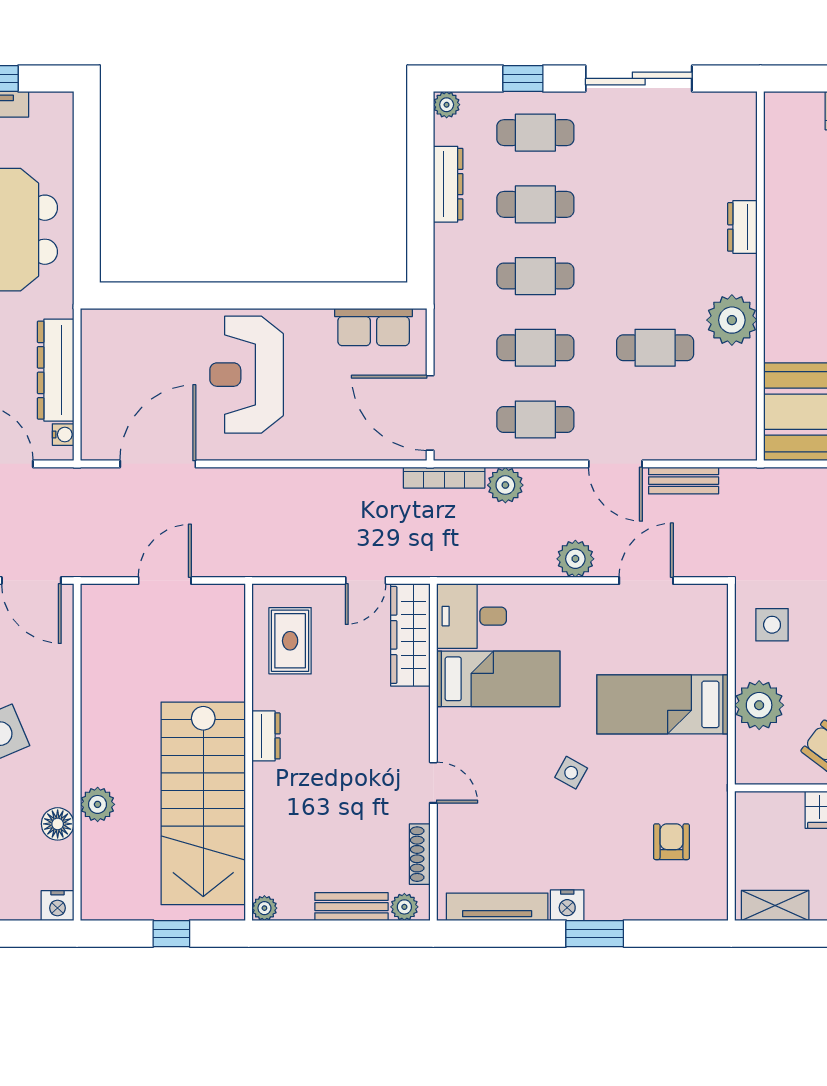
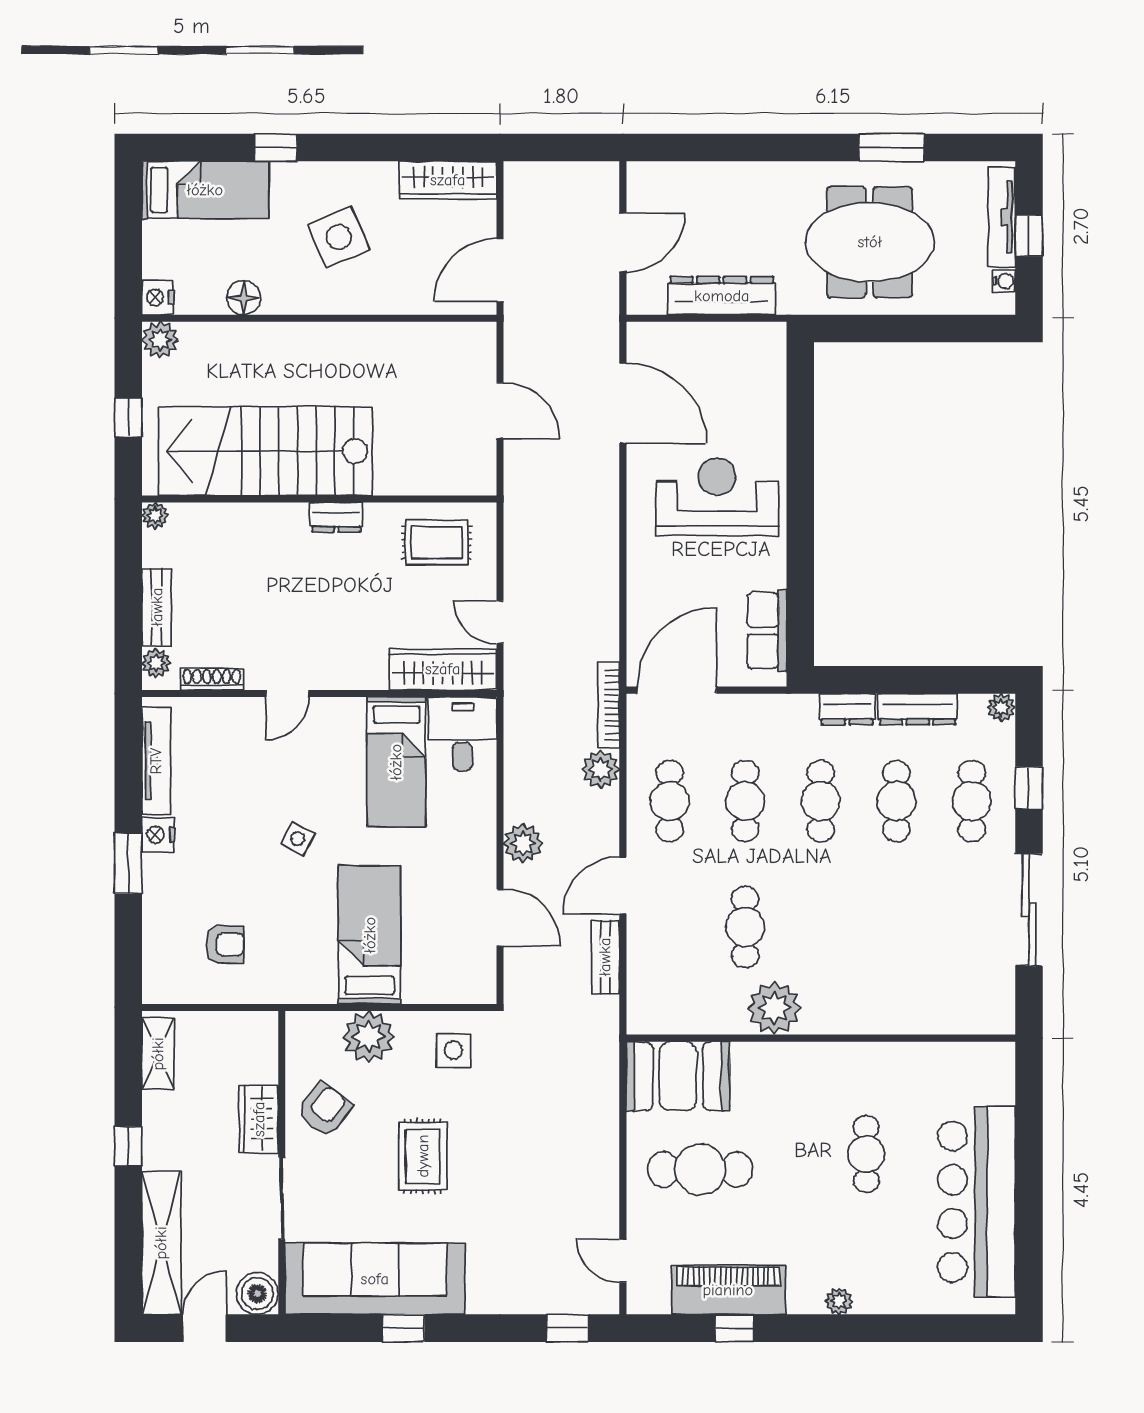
dresser: (742, 227) -> (847, 709), moved, turned 180
water cooler: (63, 435) -> (1004, 281), moved, turned -90
plant: (98, 804) -> (160, 340), moved

